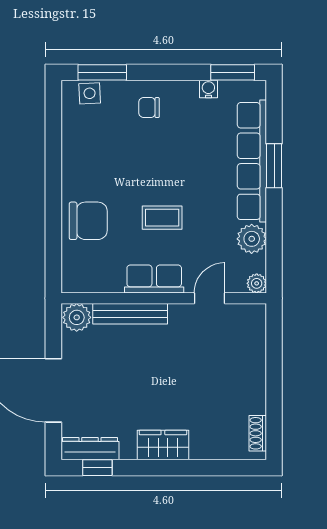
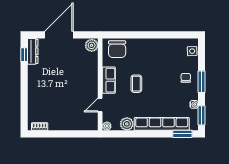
window: (102, 72) -> (202, 82), moved
window: (274, 166) -> (182, 134), moved
chair: (88, 221) -> (117, 49), moved
door: (209, 298) -> (100, 105), swing flipped
bench: (130, 314) -> (93, 69), removed
wardrobe: (163, 445) -> (34, 84), removed

